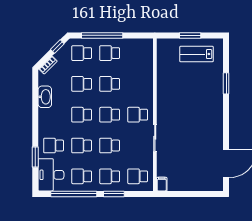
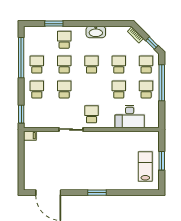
window: (226, 83) -> (97, 193), moved
washbasin: (45, 97) -> (96, 32), moved
school desk: (110, 115) -> (91, 89), removed
desk: (51, 175) -> (130, 117), moved, turned 180
school desk: (138, 176) -> (37, 114), removed
window: (114, 194) -> (21, 114), moved

